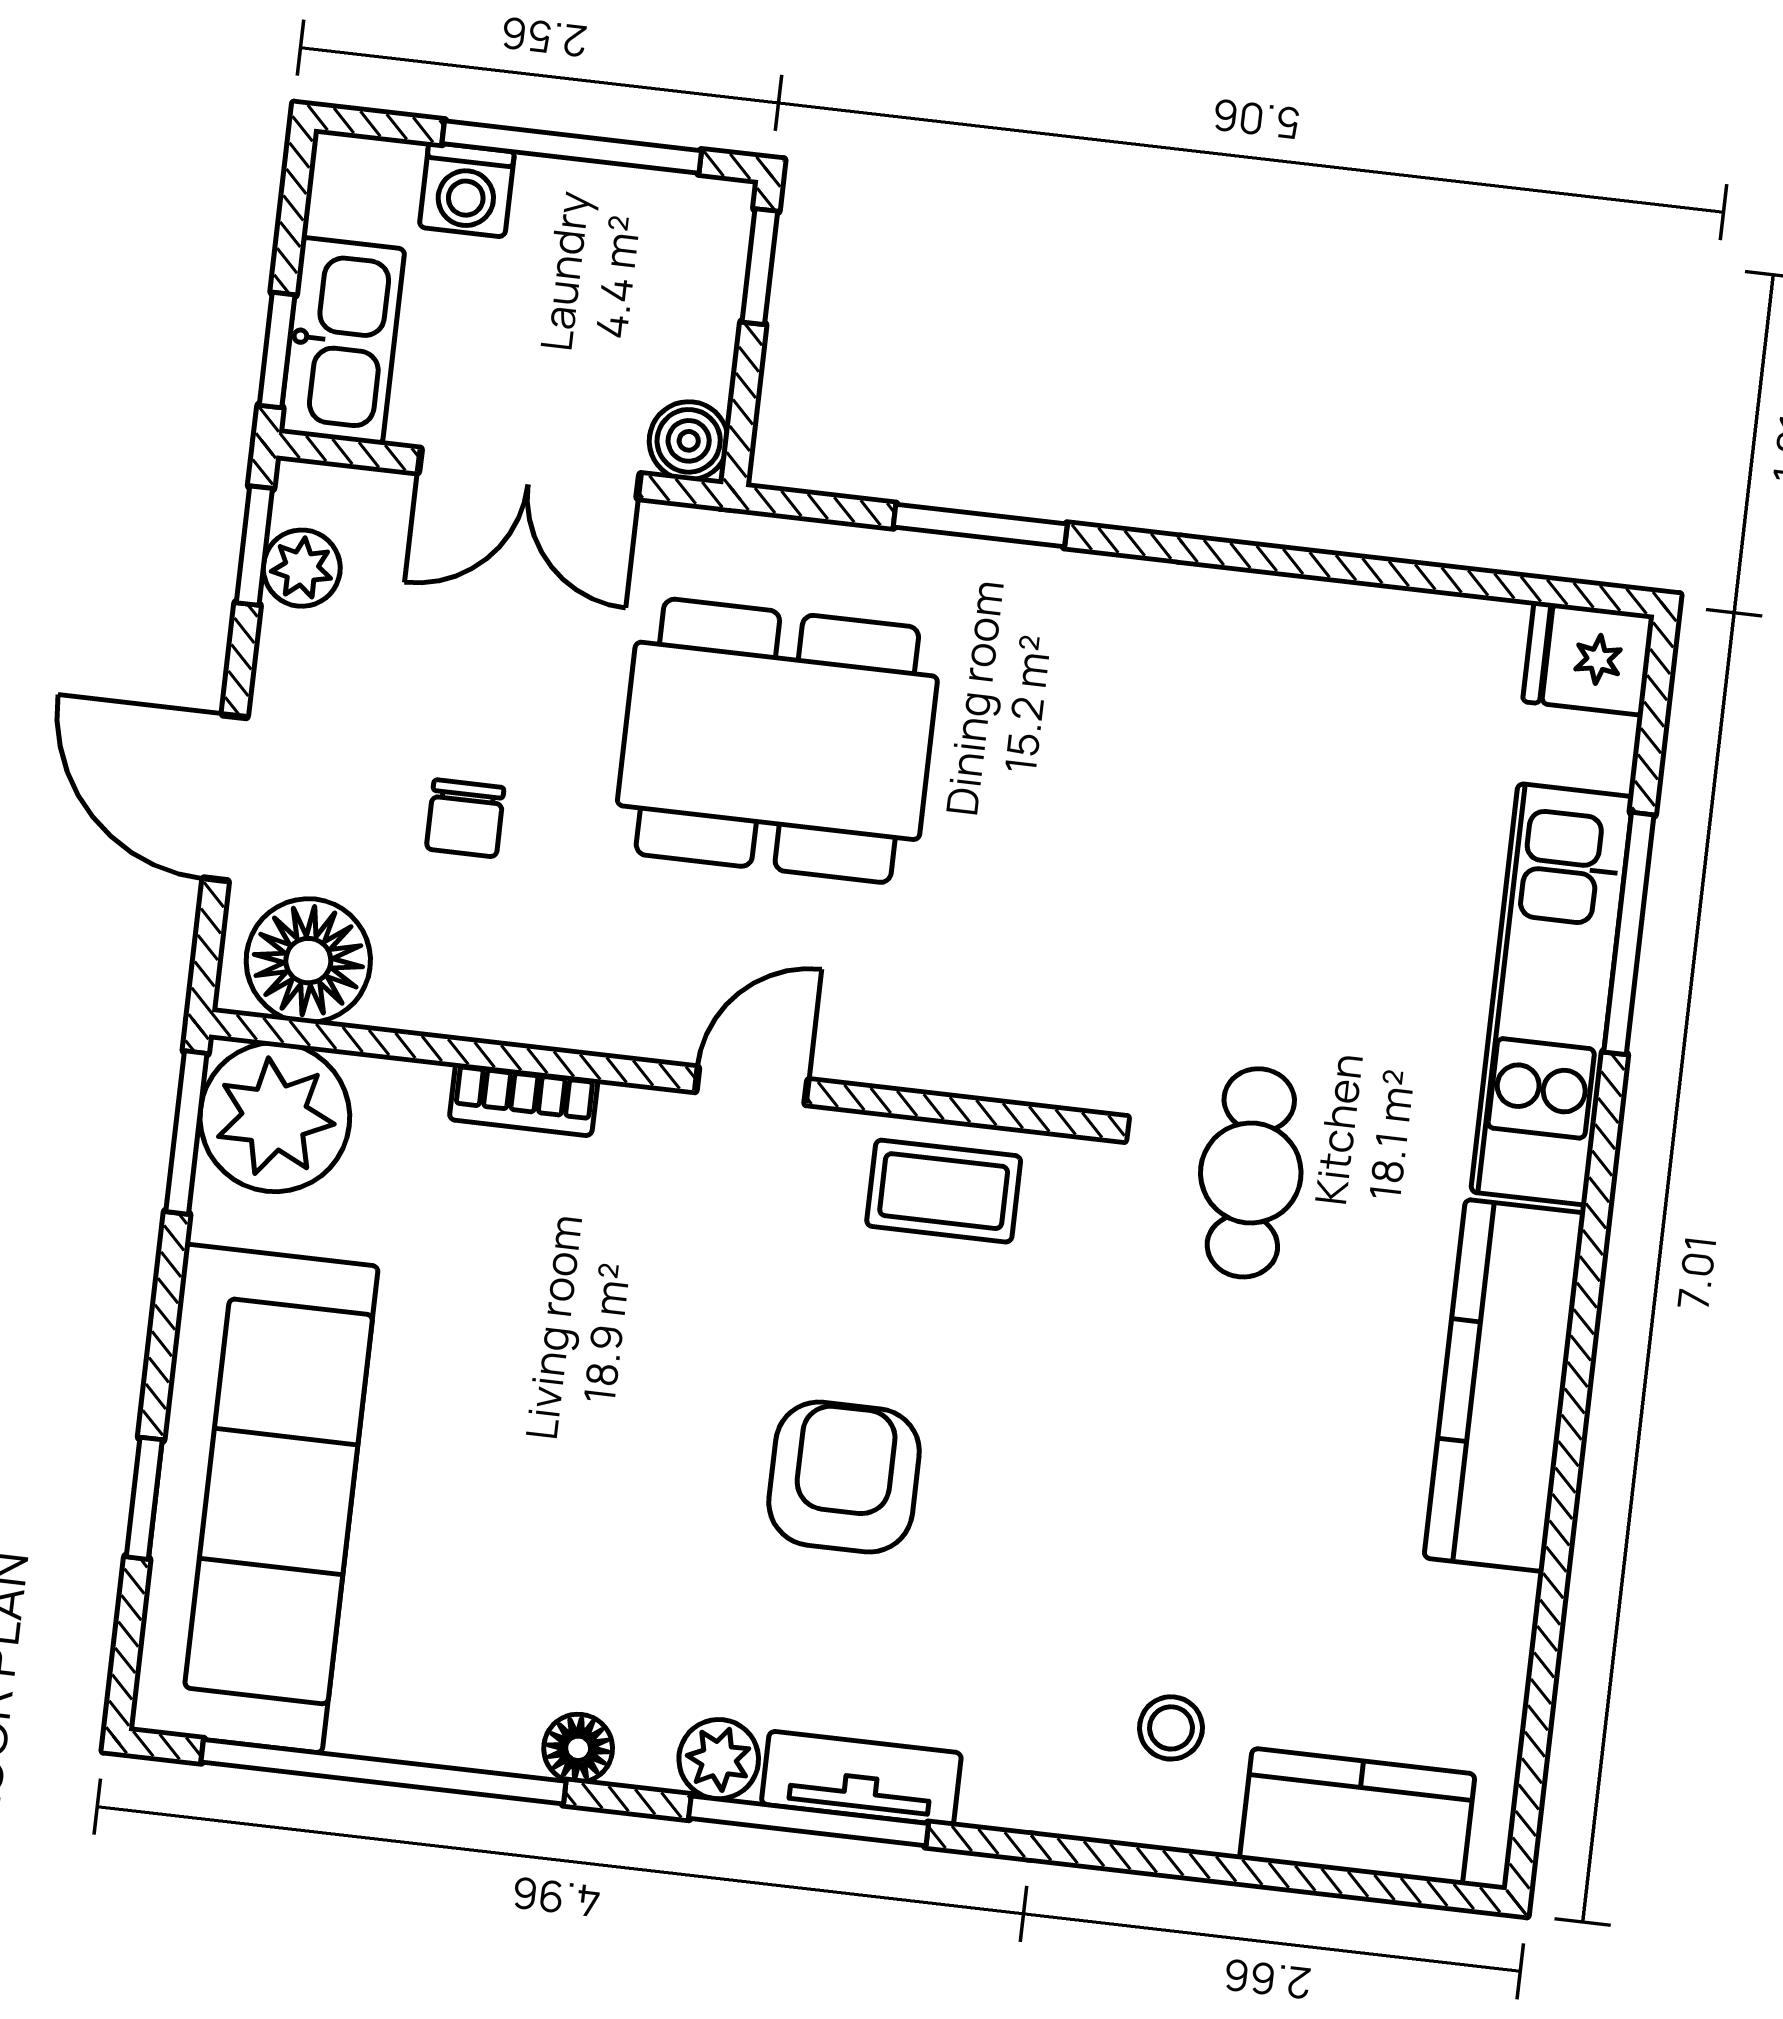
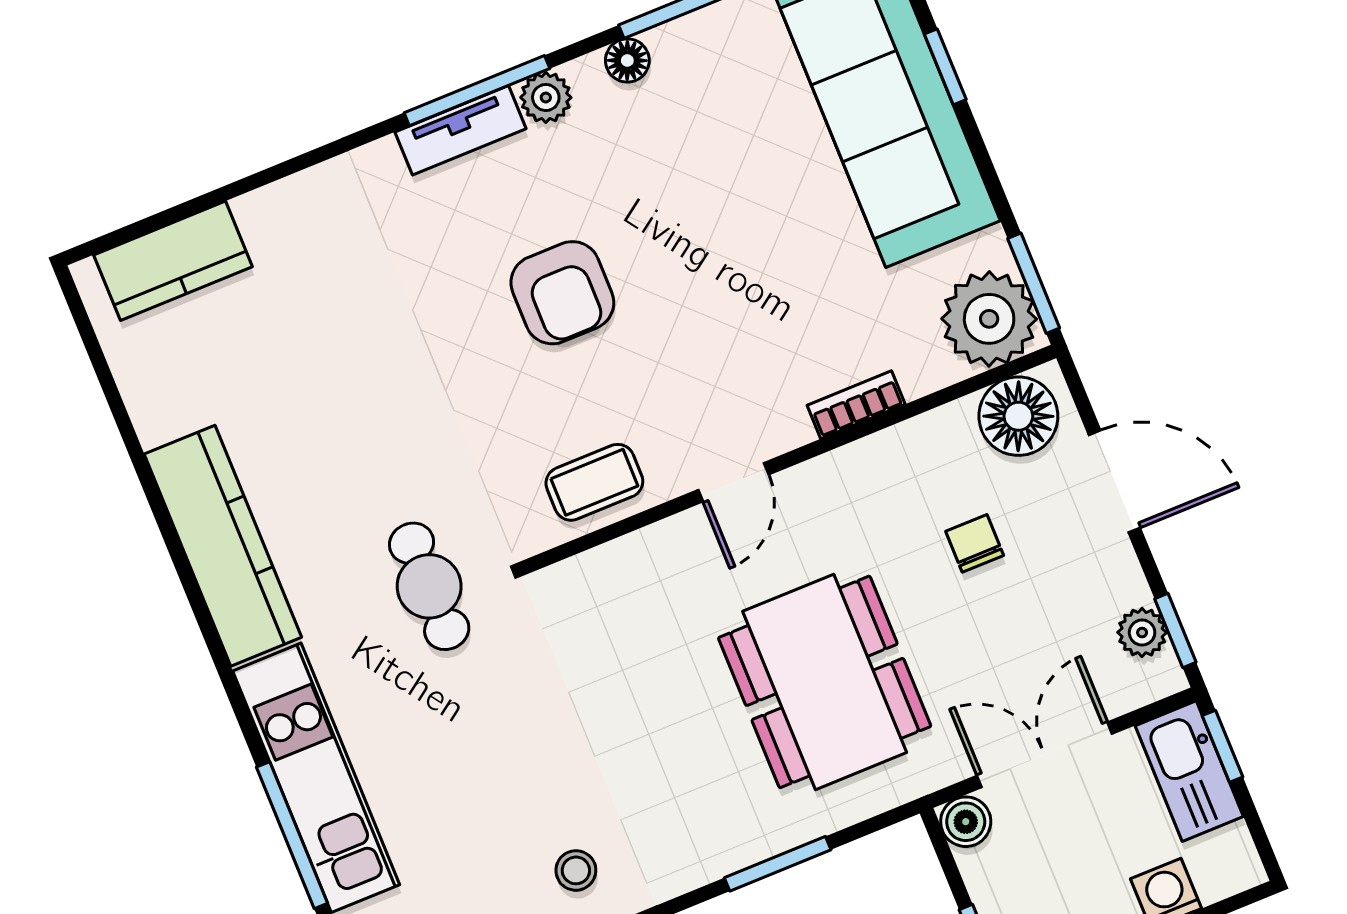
dining table: (777, 741) -> (825, 682), turned 90
stool: (1171, 1728) -> (576, 870), moved

